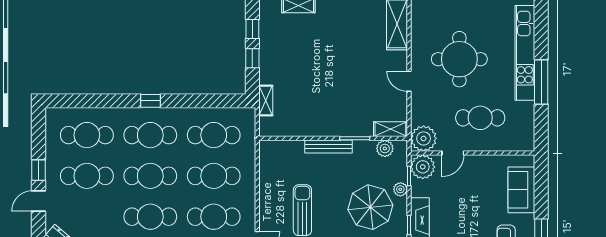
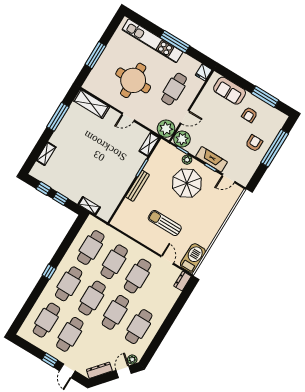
fridge: (524, 143) -> (204, 72), added
plant: (385, 148) -> (158, 154), removed
door: (453, 153) -> (185, 117), hinge flipped

